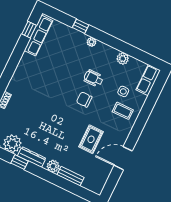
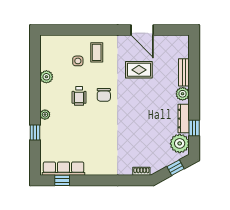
row of seats: (148, 80) -> (55, 42), removed

